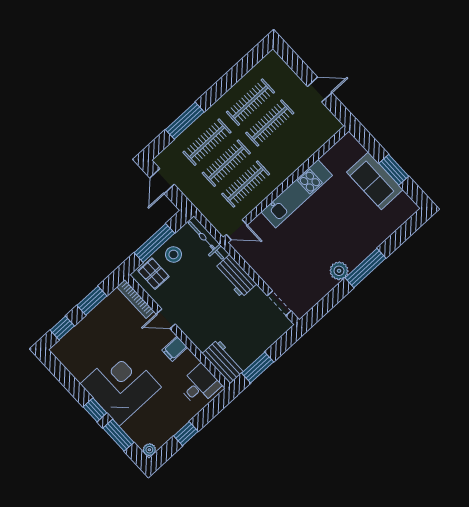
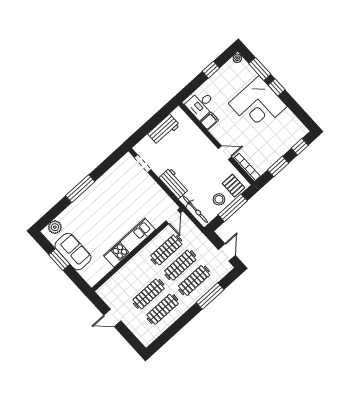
door: (237, 230) -> (173, 217), swing flipped
plant: (339, 271) -> (55, 227), moved
filing cabinet: (175, 349) -> (209, 121), moved
workbench: (224, 361) -> (164, 130), moved, turned -90
window: (258, 367) -> (159, 117), removed

